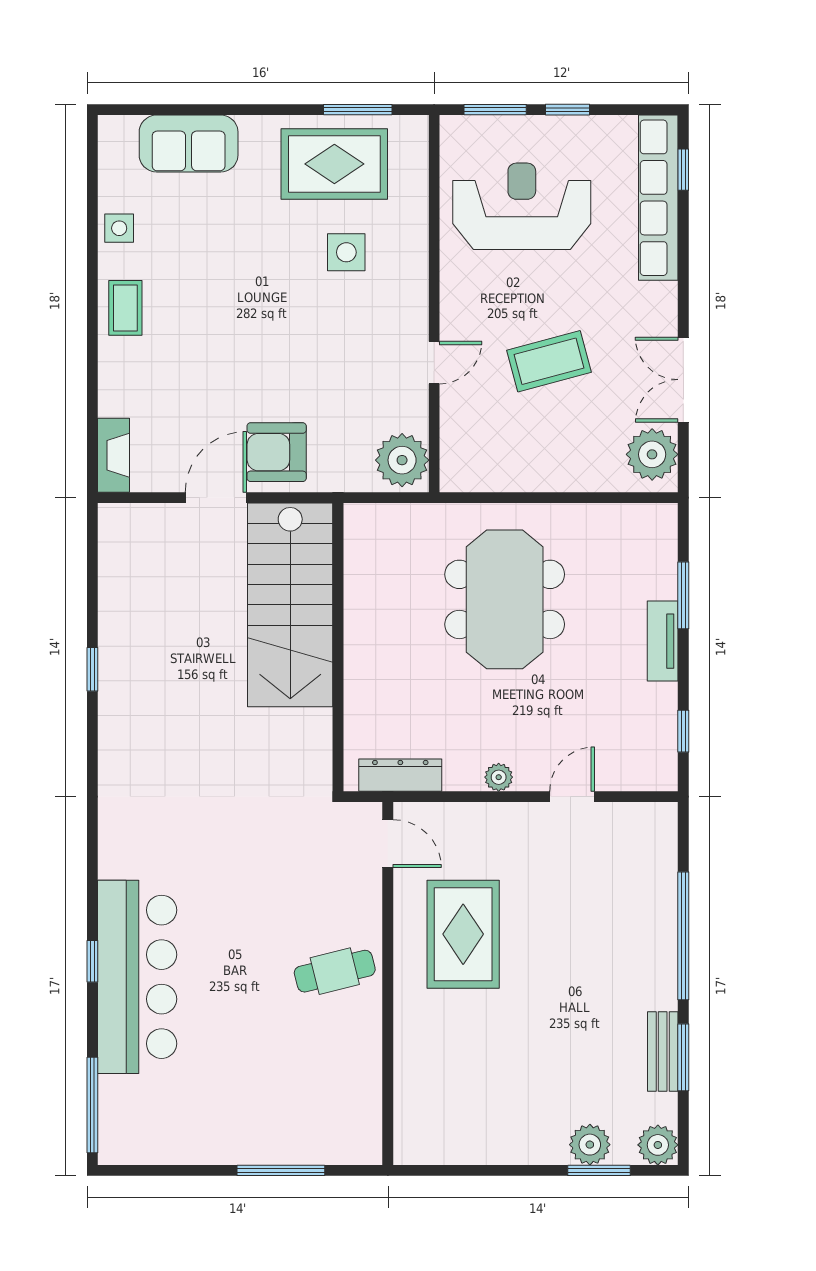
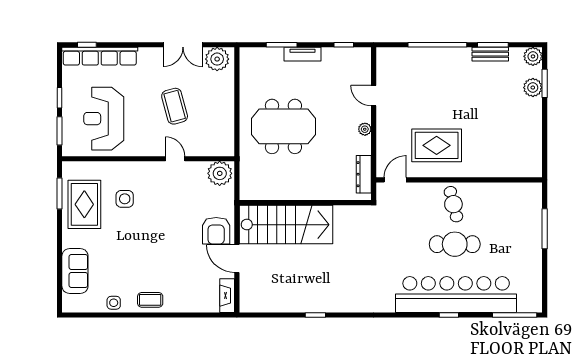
fireplace: (114, 455) -> (227, 296), moved, turned -90
cafe table: (247, 974) -> (455, 244), added
bar counter: (137, 977) -> (456, 295), width x1.36

